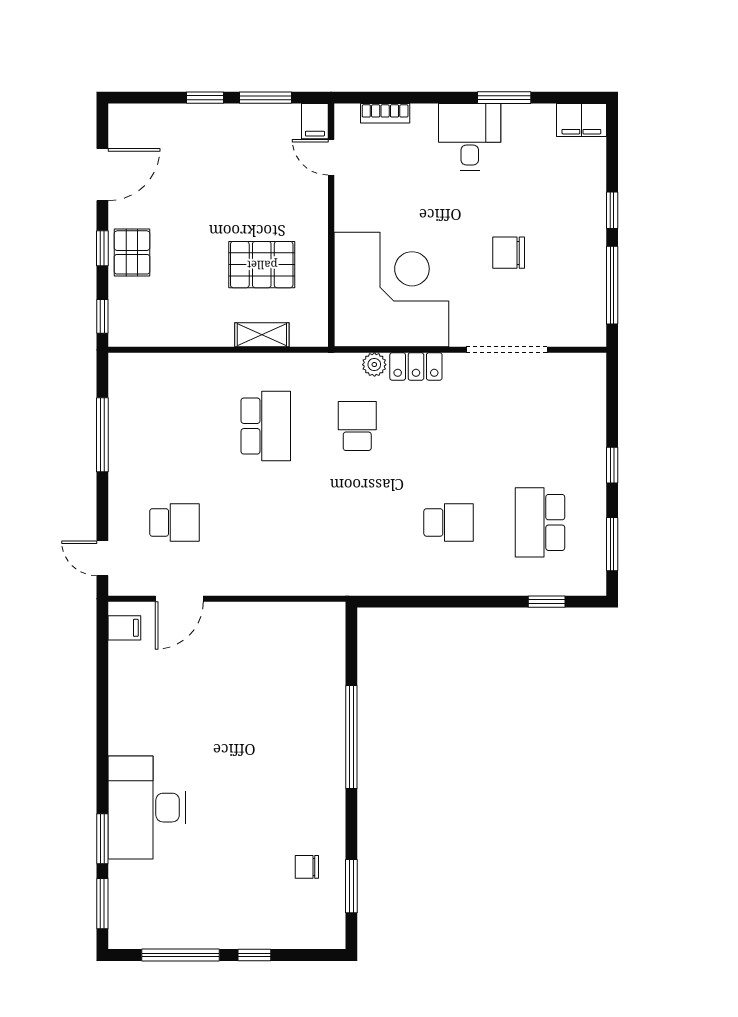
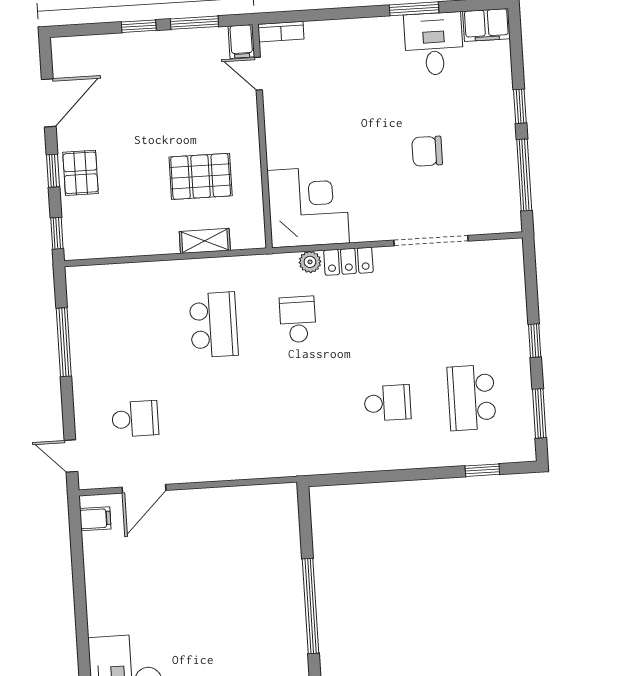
bookcase: (385, 113) -> (281, 32), moved
desk: (470, 137) -> (434, 44), moved
corner desk: (391, 289) -> (308, 207), width x0.74, depth x0.74

